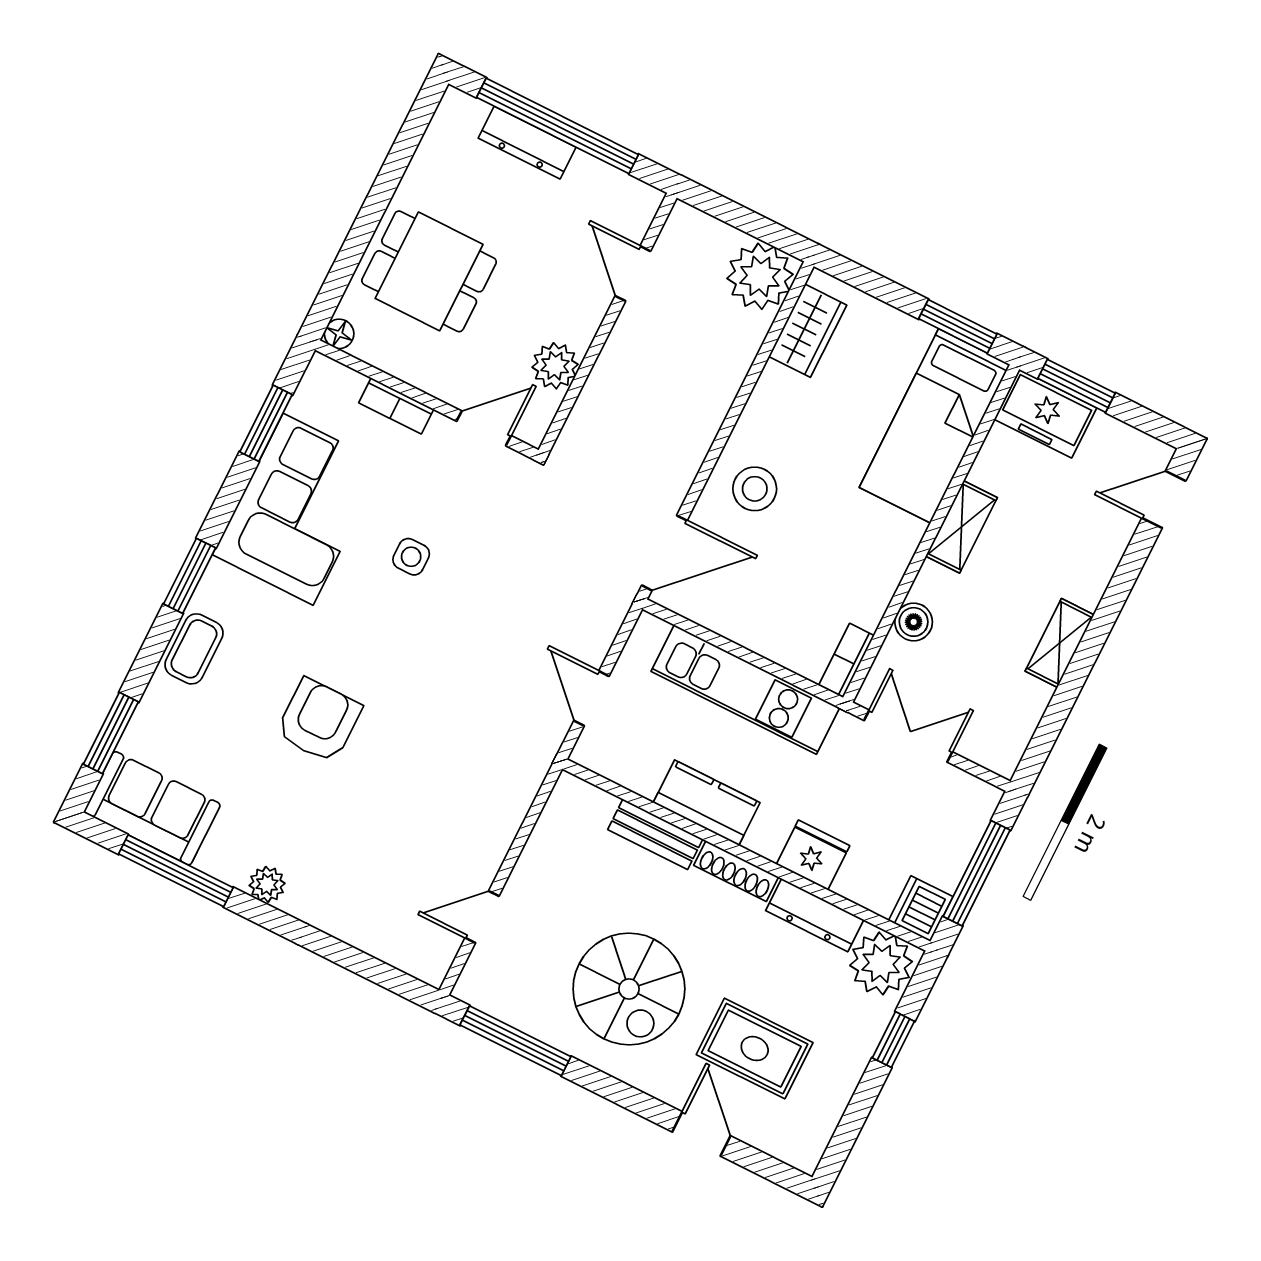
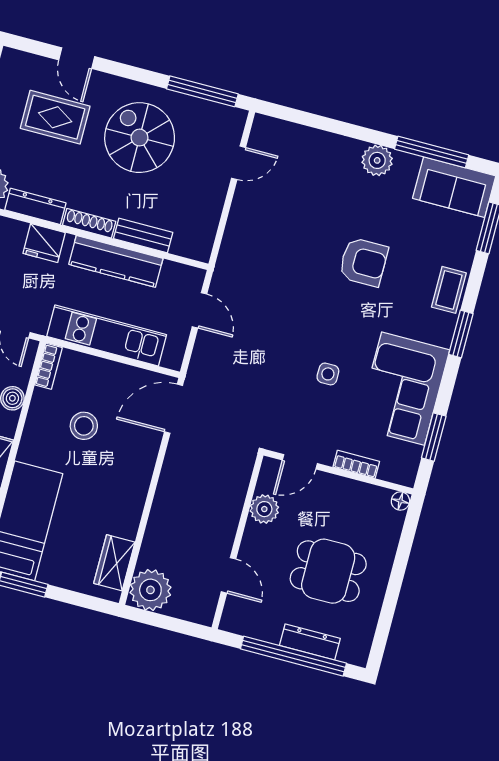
dining table: (429, 271) -> (328, 571), moved
stool: (755, 489) -> (84, 426), moved
armchair: (319, 721) -> (363, 262), turned -90
kitchen counter: (707, 803) -> (116, 261), width x1.50
plant: (267, 884) -> (377, 160), width x1.38, depth x1.38

